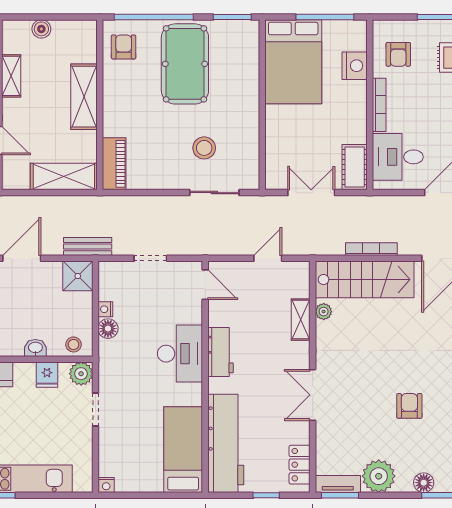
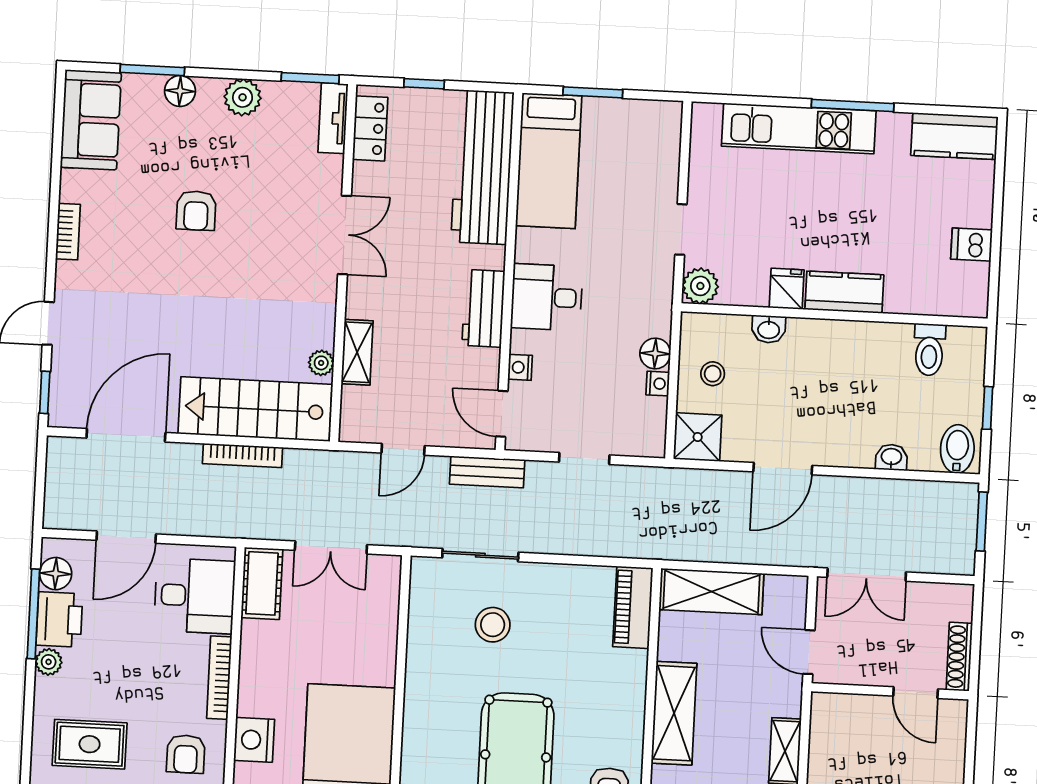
armchair: (398, 54) -> (186, 754), turned 180
bench: (88, 247) -> (487, 472), moved
stool: (74, 344) -> (713, 374), moved
desk: (180, 354) -> (547, 297), width x0.73
fridge: (47, 375) -> (787, 289), moved
plant: (379, 476) -> (243, 97), width x0.73, depth x0.73
tv unit: (338, 484) -> (333, 118), moved, turned 90
nightstand: (106, 485) -> (520, 367), moved, turned -90
window: (157, 495) -> (593, 92), added

